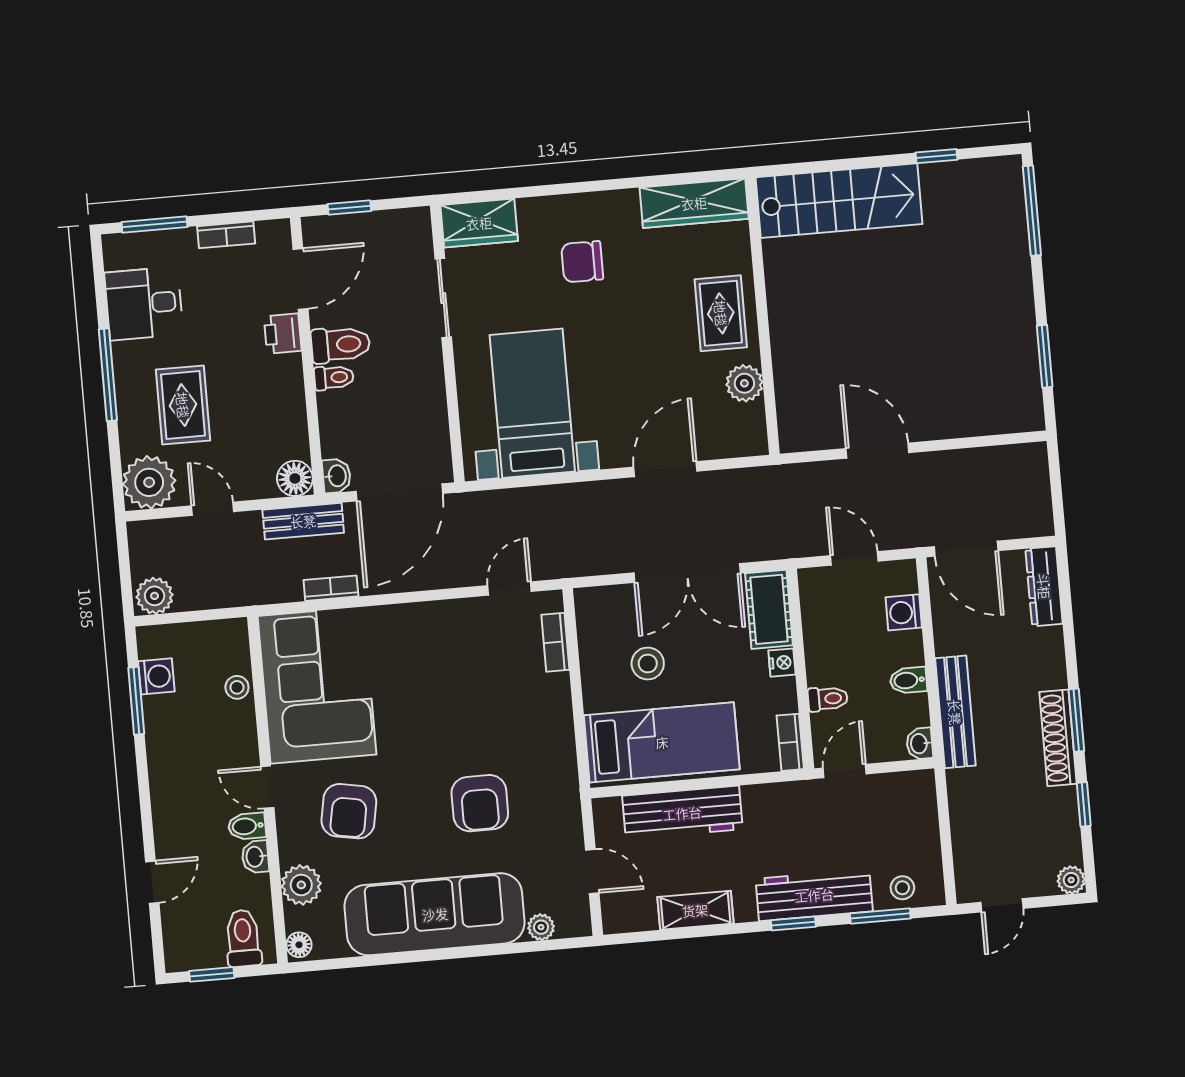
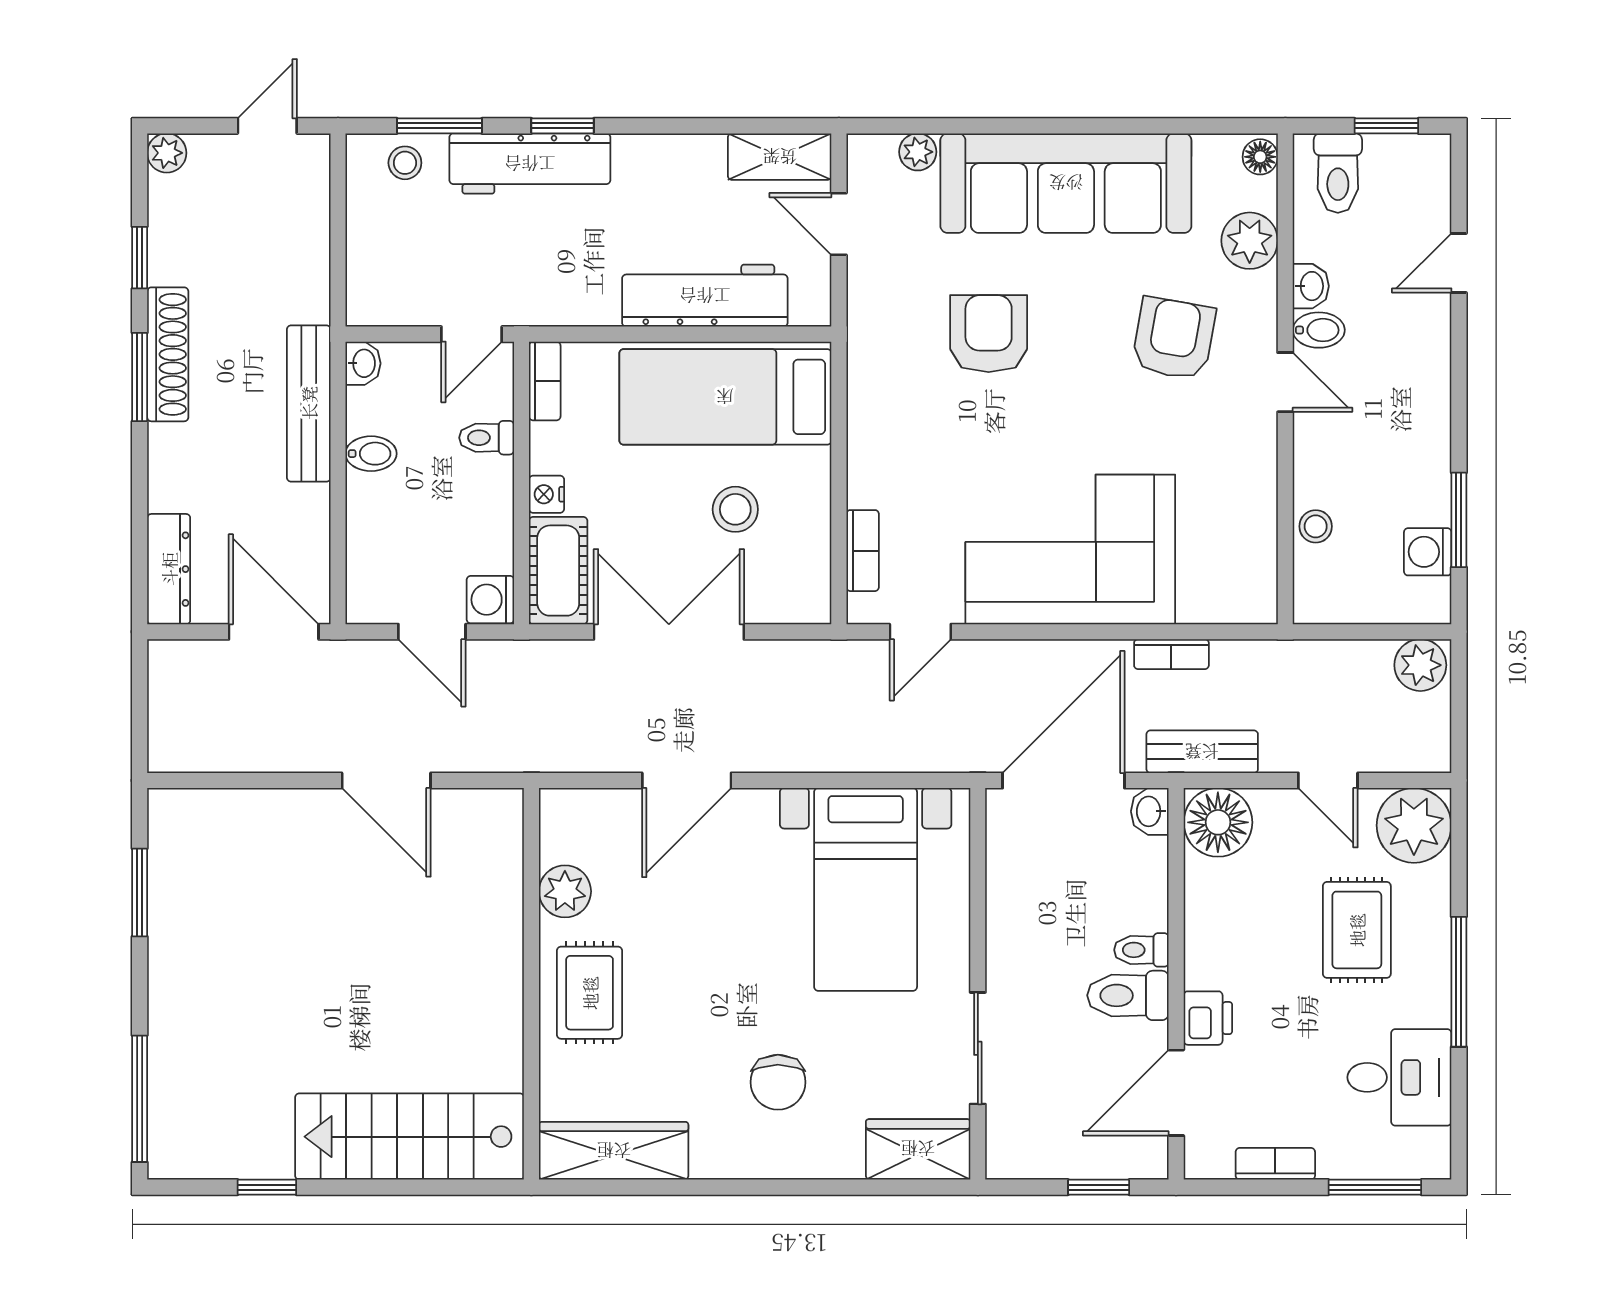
chair: (582, 262) -> (778, 1082), turned 90
floor lamp: (295, 478) -> (1218, 822), width x1.38, depth x1.38
washing machine: (904, 612) -> (490, 600), moved, turned 180
corner sofa: (317, 685) -> (1070, 549), moved, turned 90
shelving: (695, 910) -> (780, 157), moved

